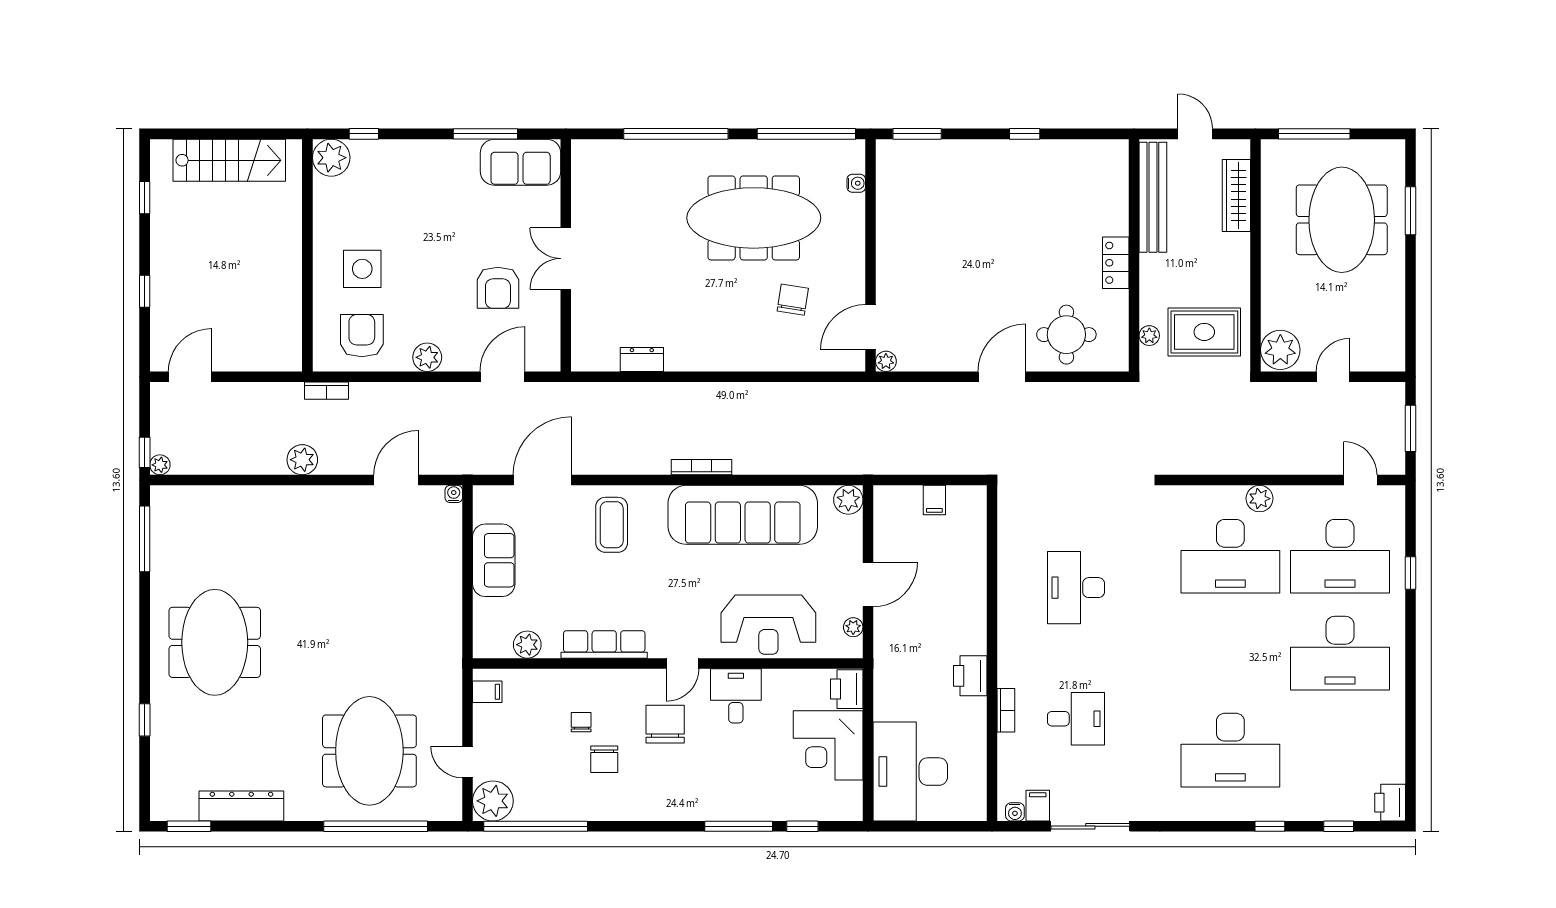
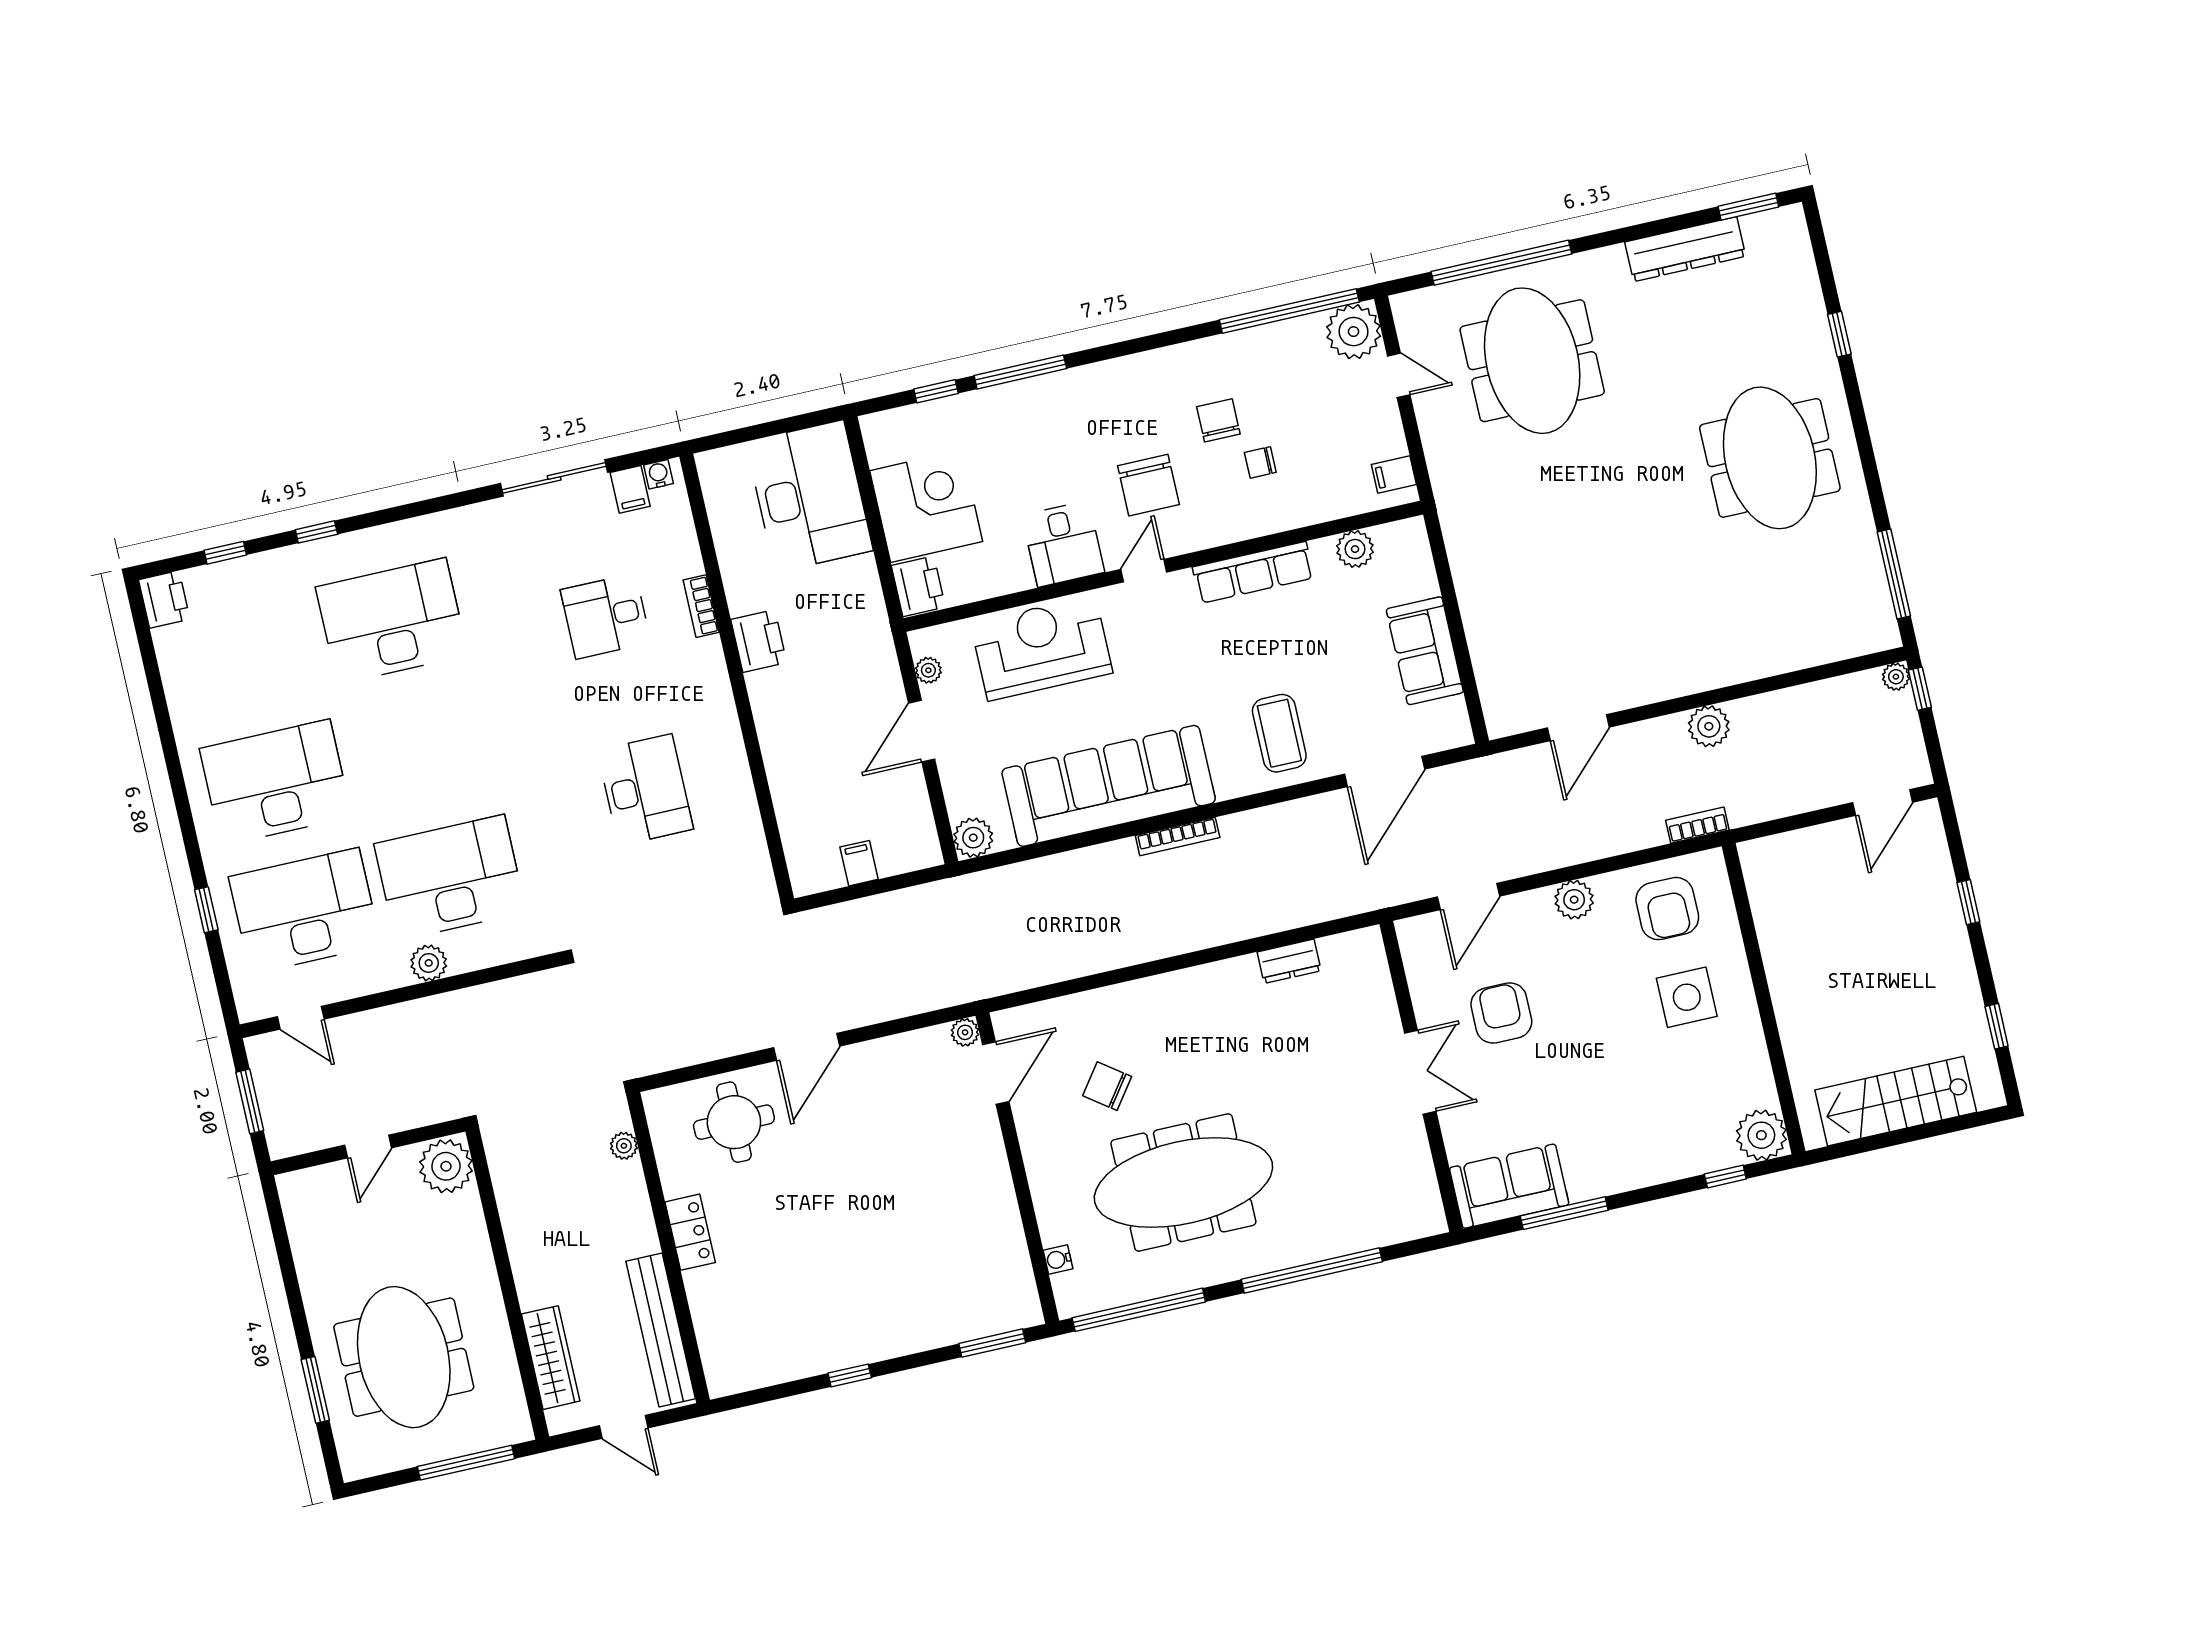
chair: (793, 300) -> (1107, 1086), turned 117
rug: (1204, 332) -> (552, 1167), removed
water cooler: (454, 494) -> (1498, 727), removed
chair: (581, 722) -> (1260, 462), turned 90

